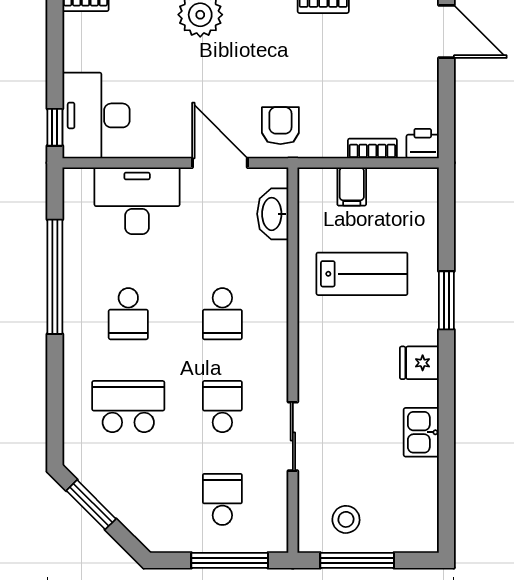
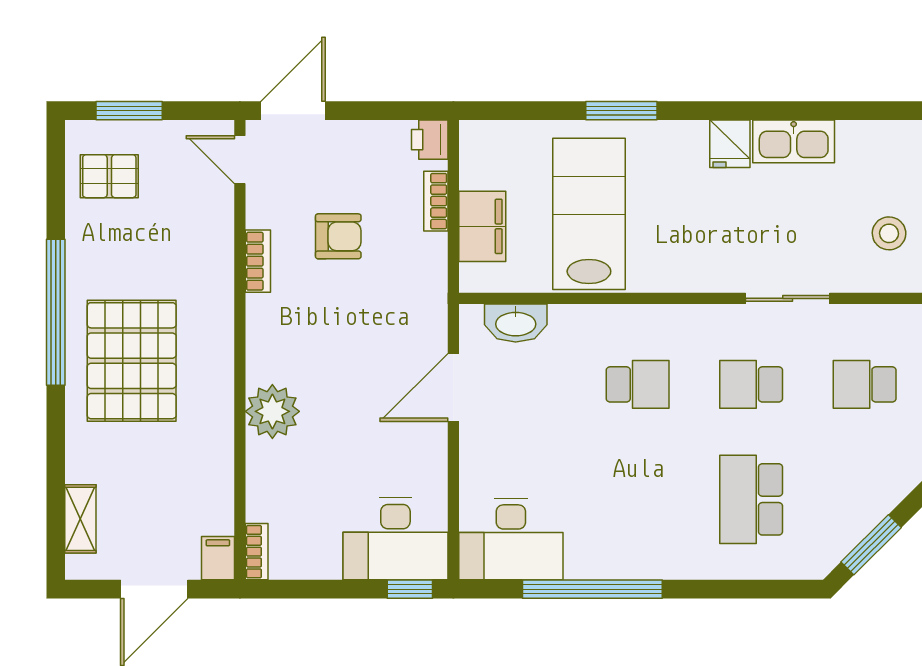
armchair: (280, 126) -> (338, 236), moved, turned 180
filing cabinet: (352, 187) -> (482, 226), width x2.00
desk: (137, 201) -> (511, 539), moved, turned -90
lab bench: (362, 274) -> (589, 214), width x1.36, depth x1.39
school desk: (128, 314) -> (638, 499), removed
fridge: (419, 363) -> (730, 144), moved
kitchen sink: (421, 432) -> (794, 141), width x1.38

